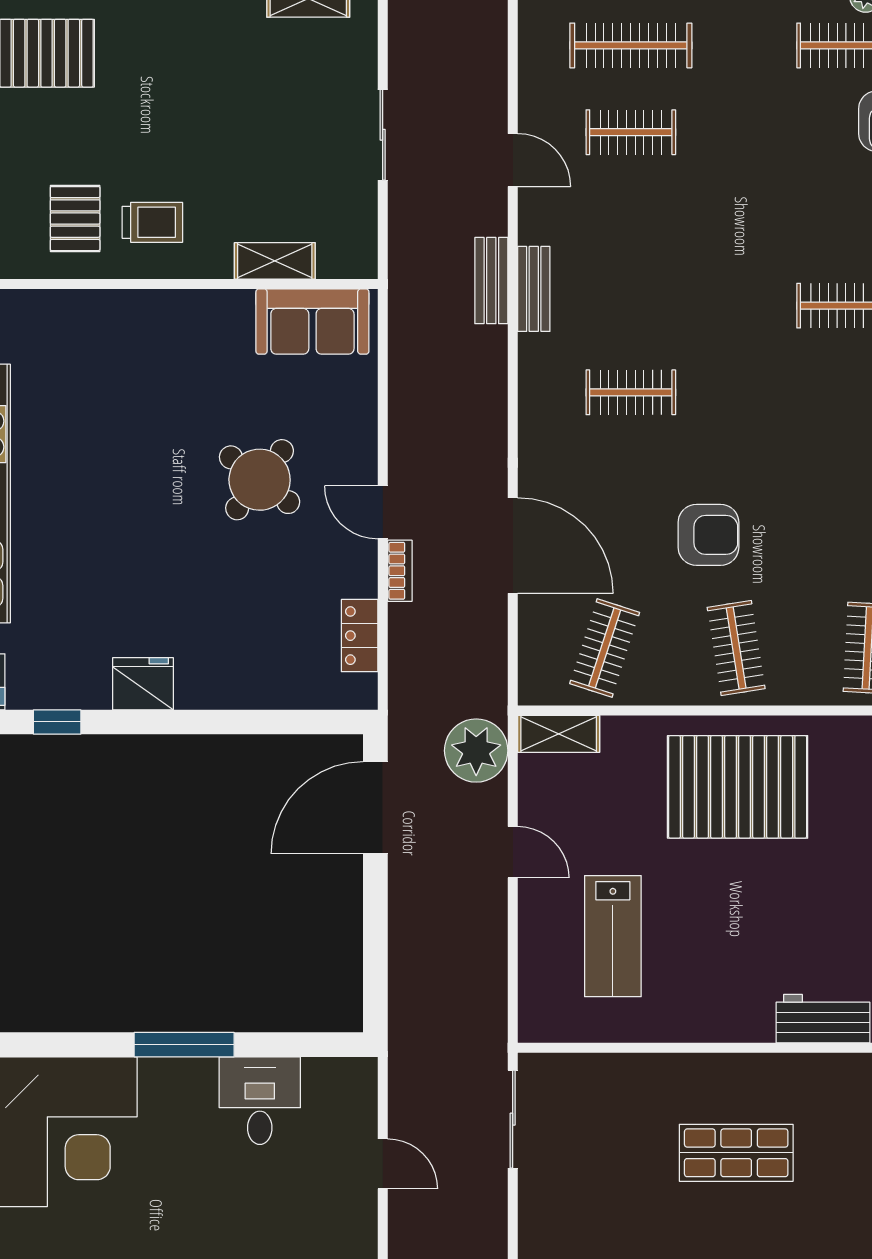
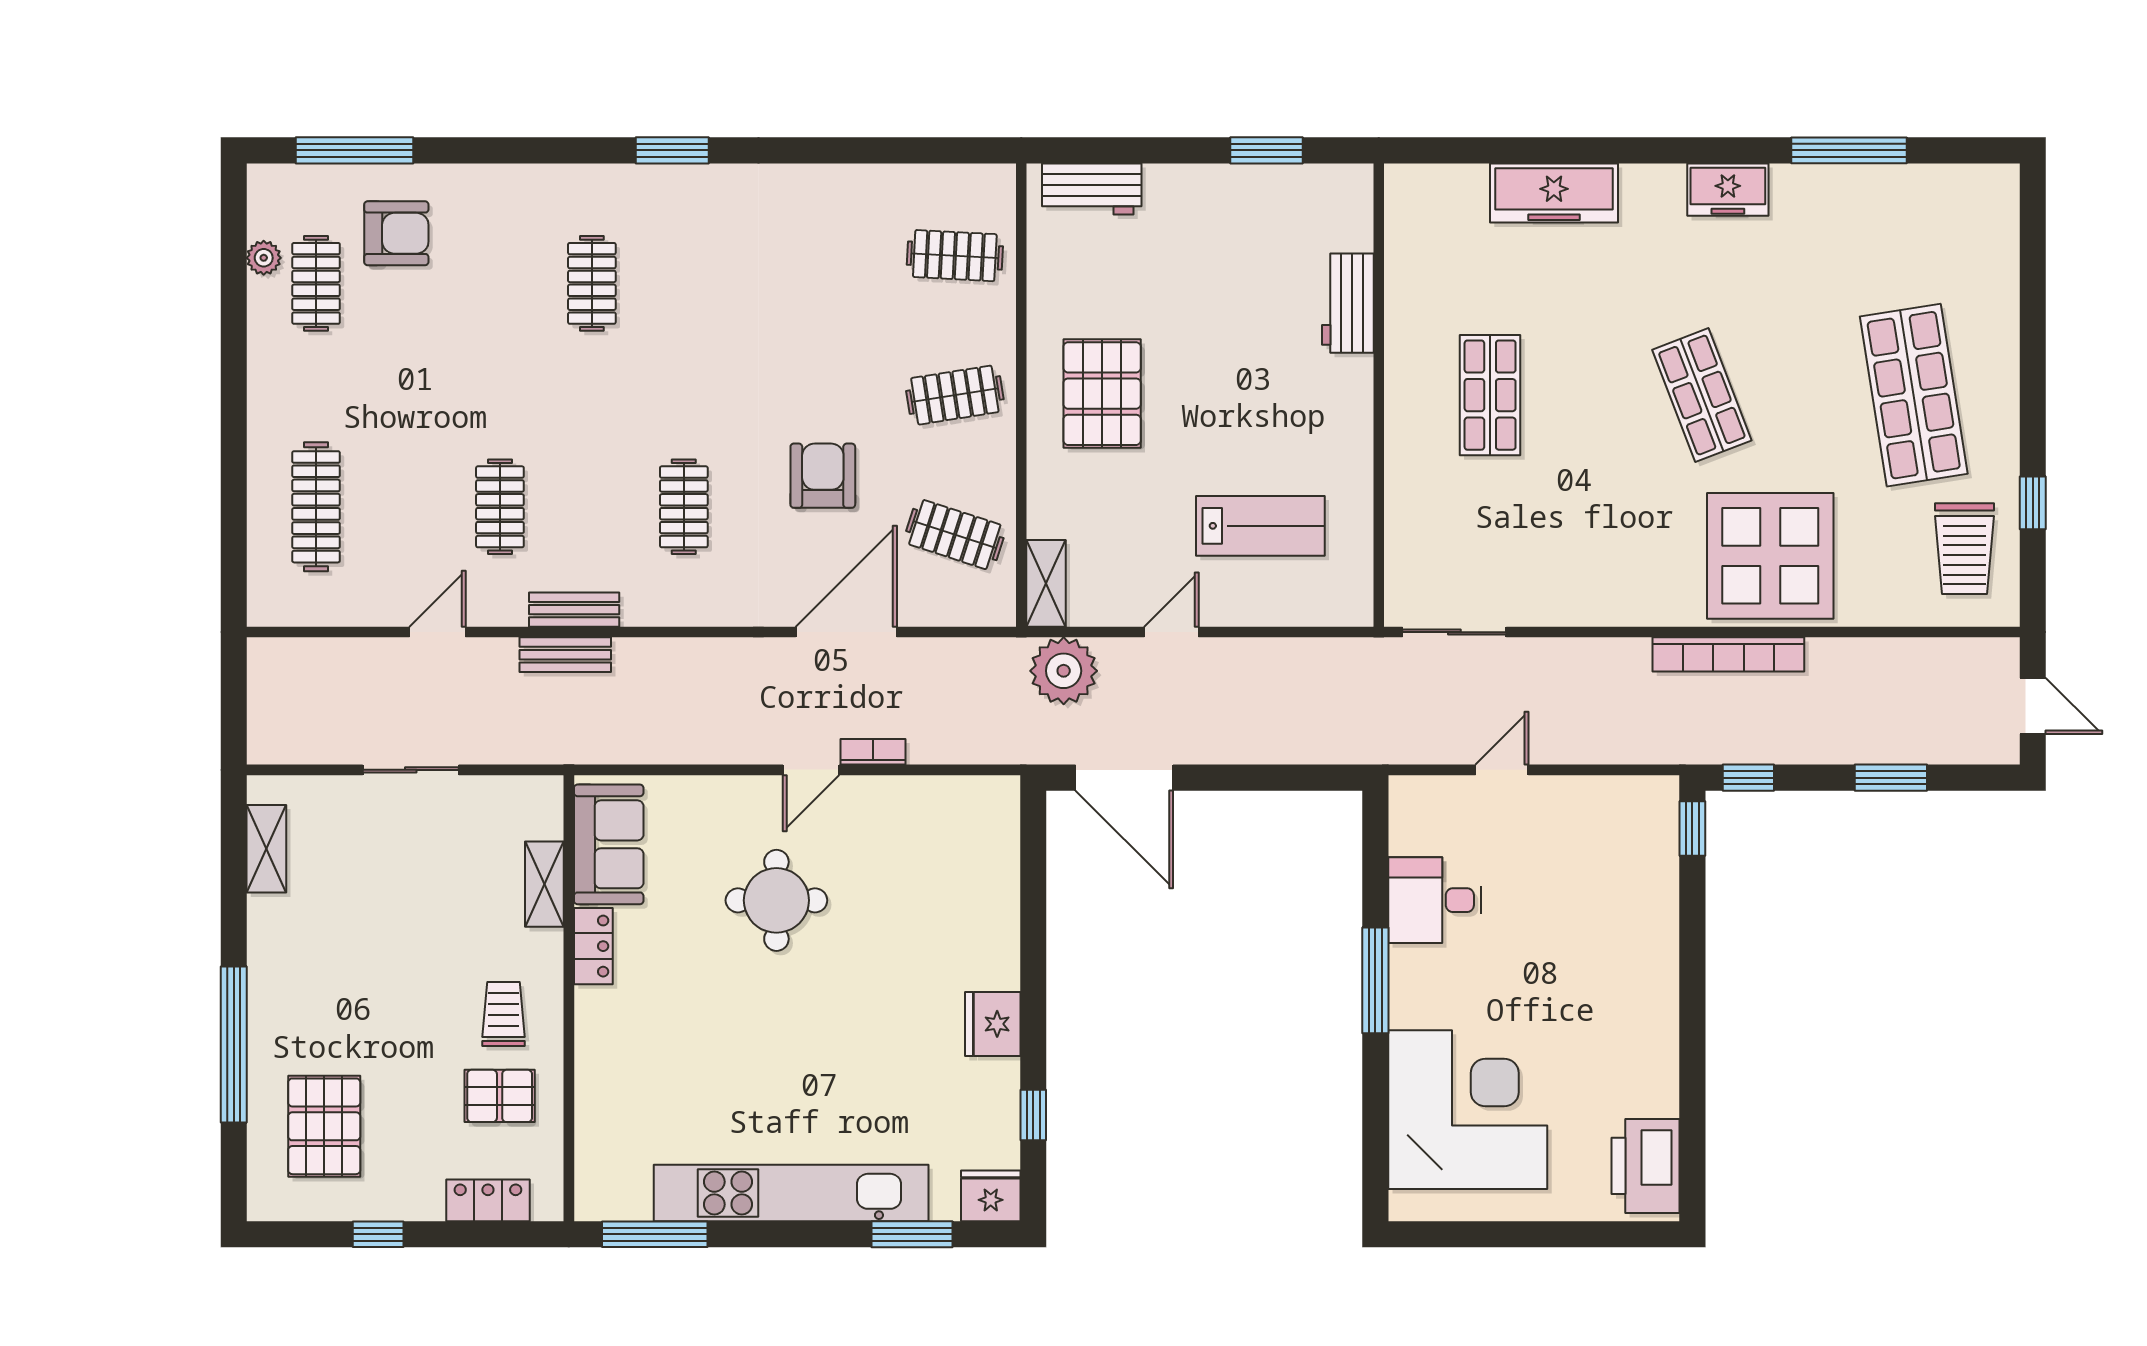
clothes rail: (631, 132) -> (500, 507), moved
round table: (260, 480) -> (776, 900), turned -38
armchair: (708, 535) -> (823, 476), moved
locker: (360, 636) -> (593, 946), moved, turned -90
pallet: (738, 787) -> (1102, 394), width x0.73, depth x0.71

